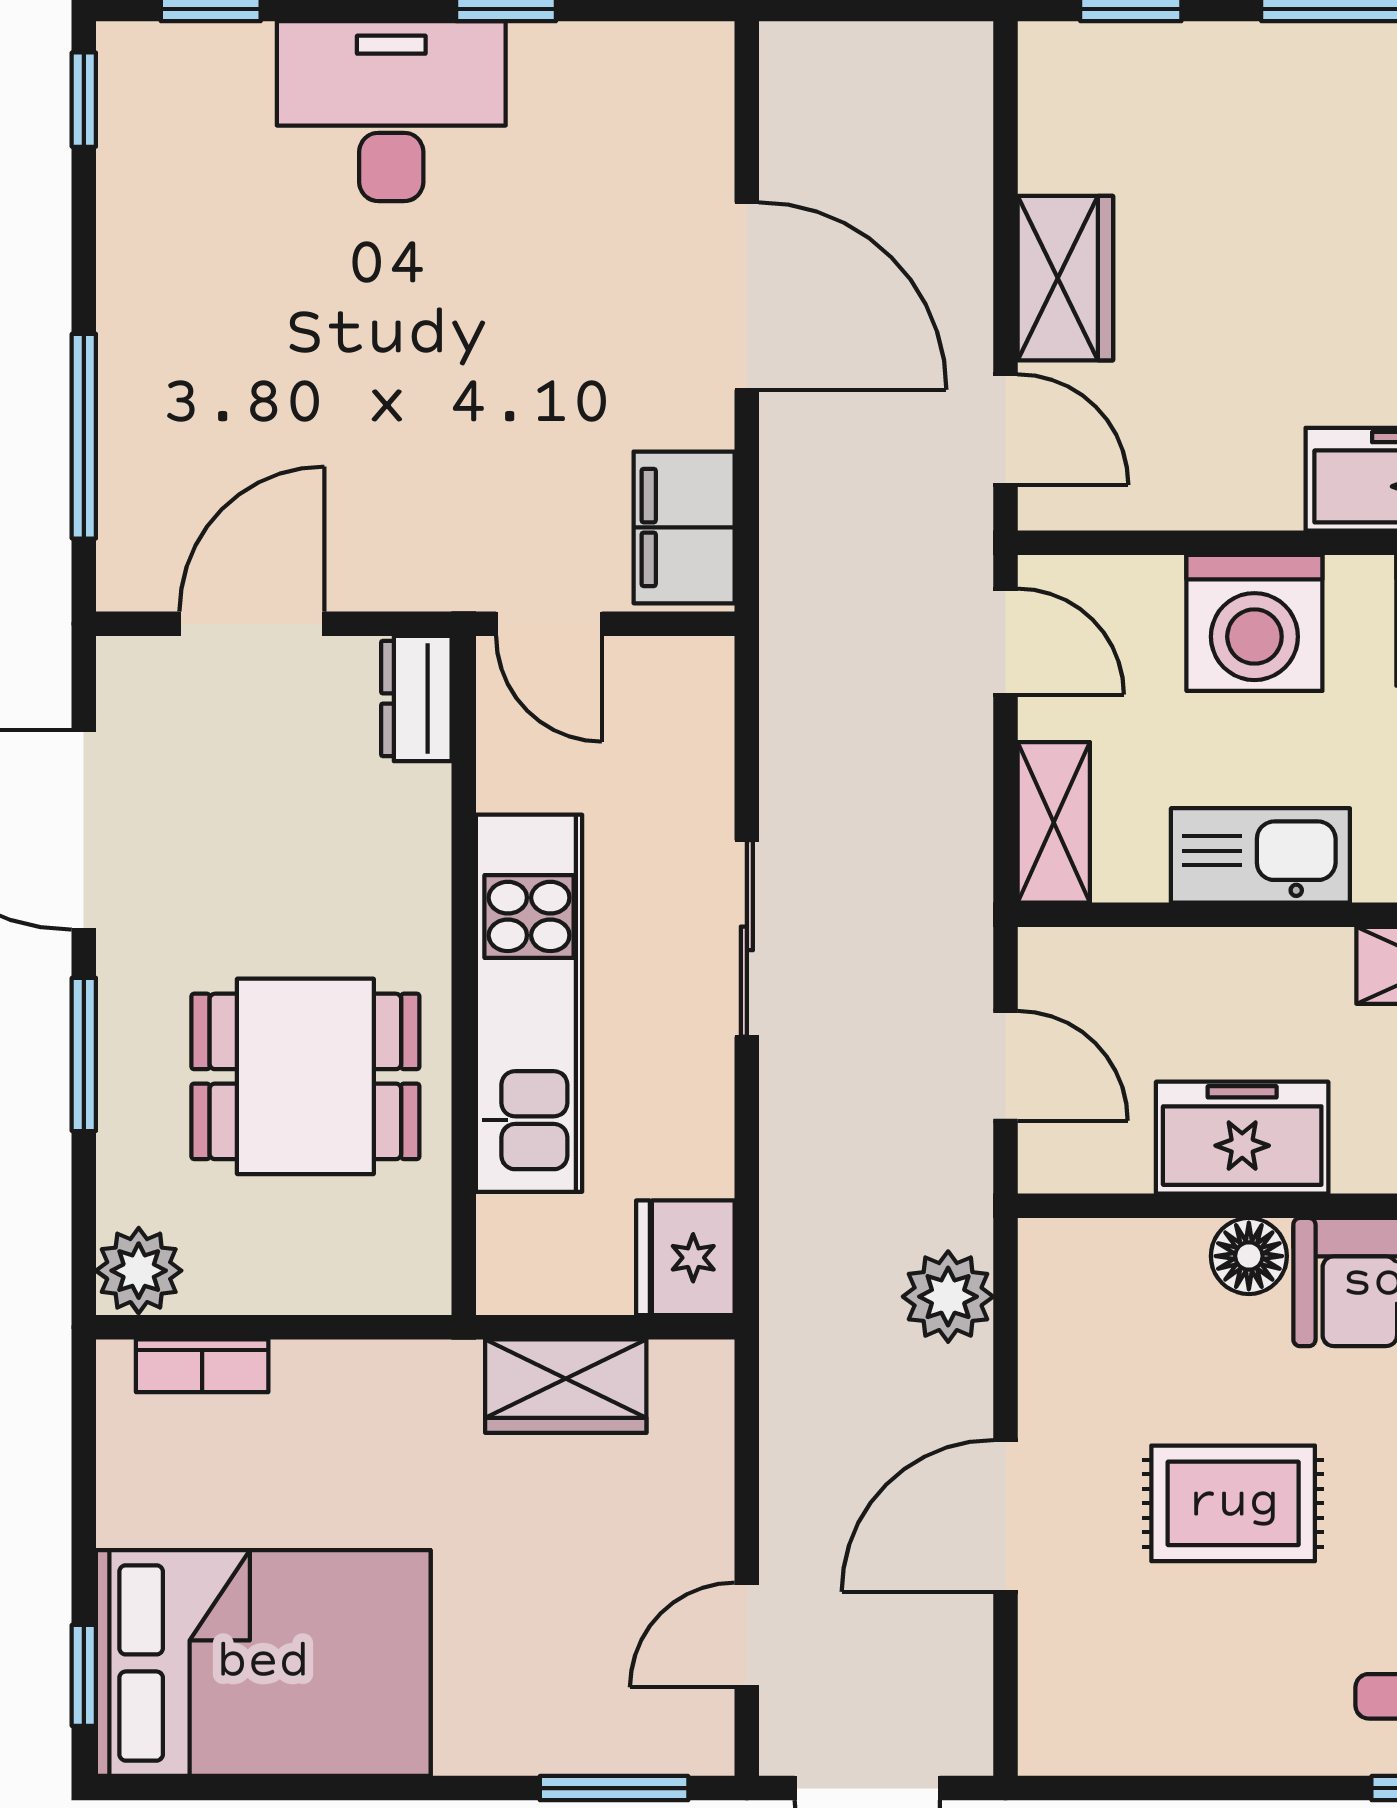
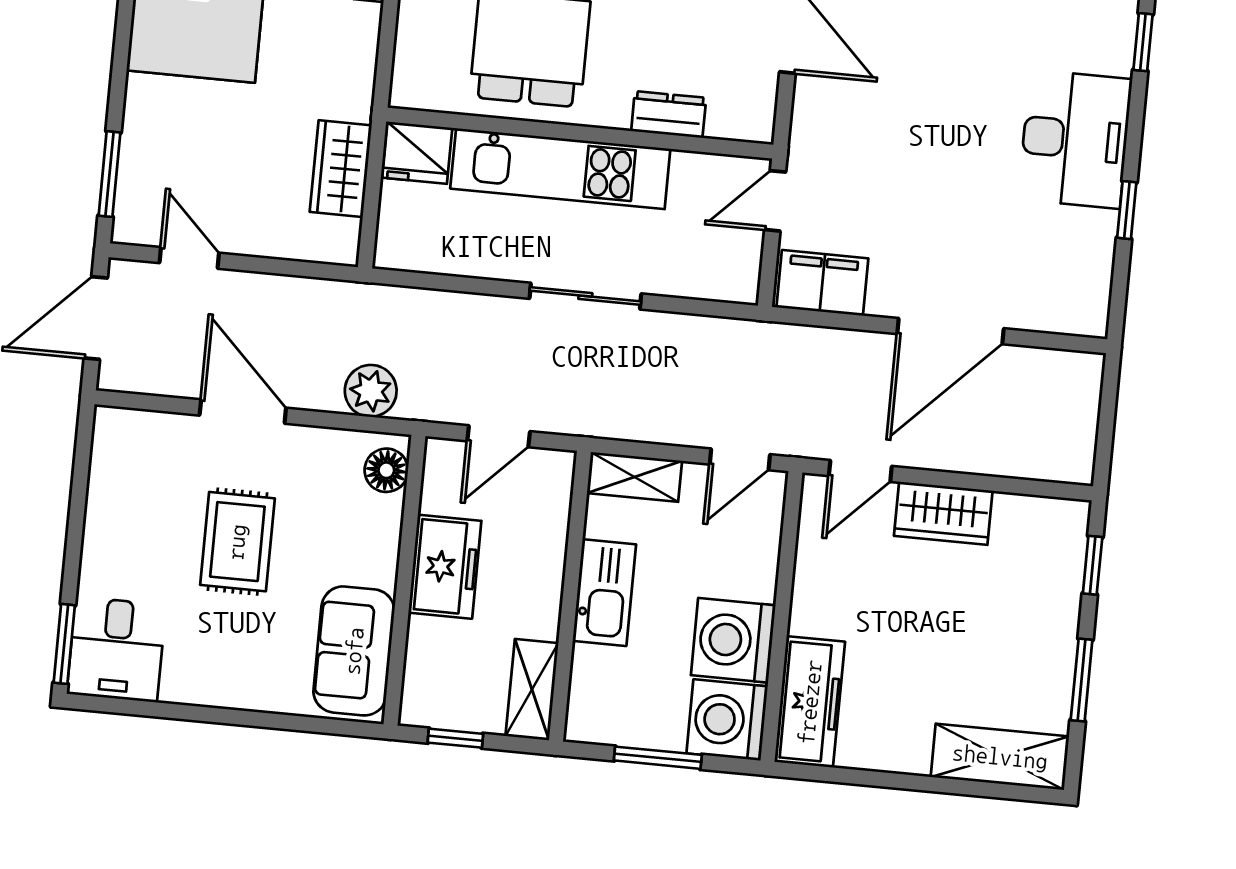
washing machine: (1254, 623) -> (733, 640), moved
dresser: (416, 699) -> (669, 114), moved
floor lamp: (1249, 1256) -> (386, 470), moved
fridge: (685, 1258) -> (417, 153), moved, turned 180

